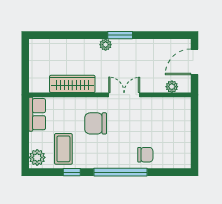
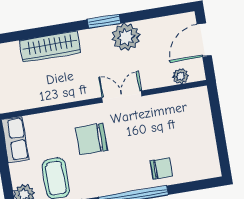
plant: (106, 45) -> (126, 37), moved, width x1.87, depth x1.87
wardrobe: (72, 84) -> (50, 47), moved, turned 180

